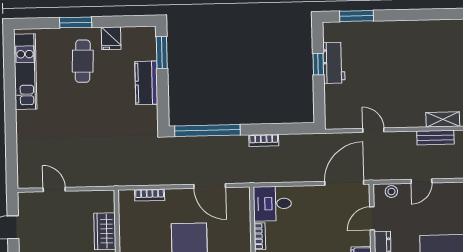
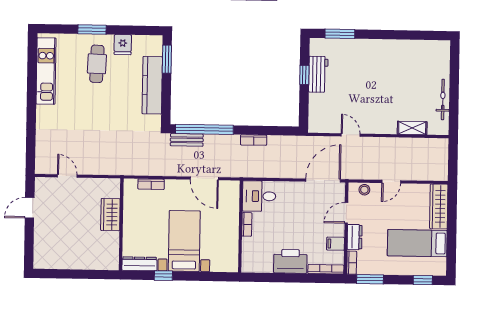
kitchen counter: (146, 83) -> (152, 85), width x1.50
bench: (435, 138) -> (187, 140), moved

